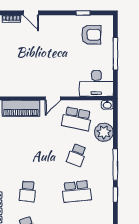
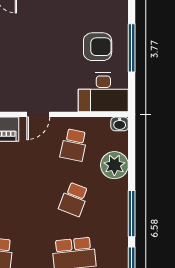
armchair: (91, 35) -> (98, 47), moved
school desk: (77, 119) -> (74, 145), width x0.54

